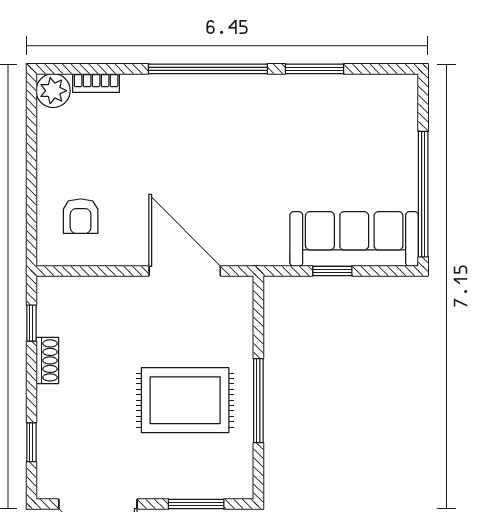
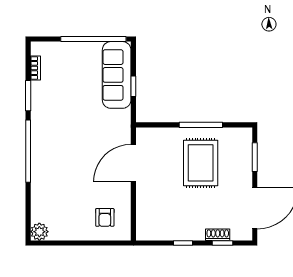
bookcase: (96, 83) -> (35, 68), moved
armchair: (81, 216) -> (105, 217), turned 90
window: (31, 323) -> (183, 243), moved
shoe rack: (47, 360) -> (218, 235), moved

